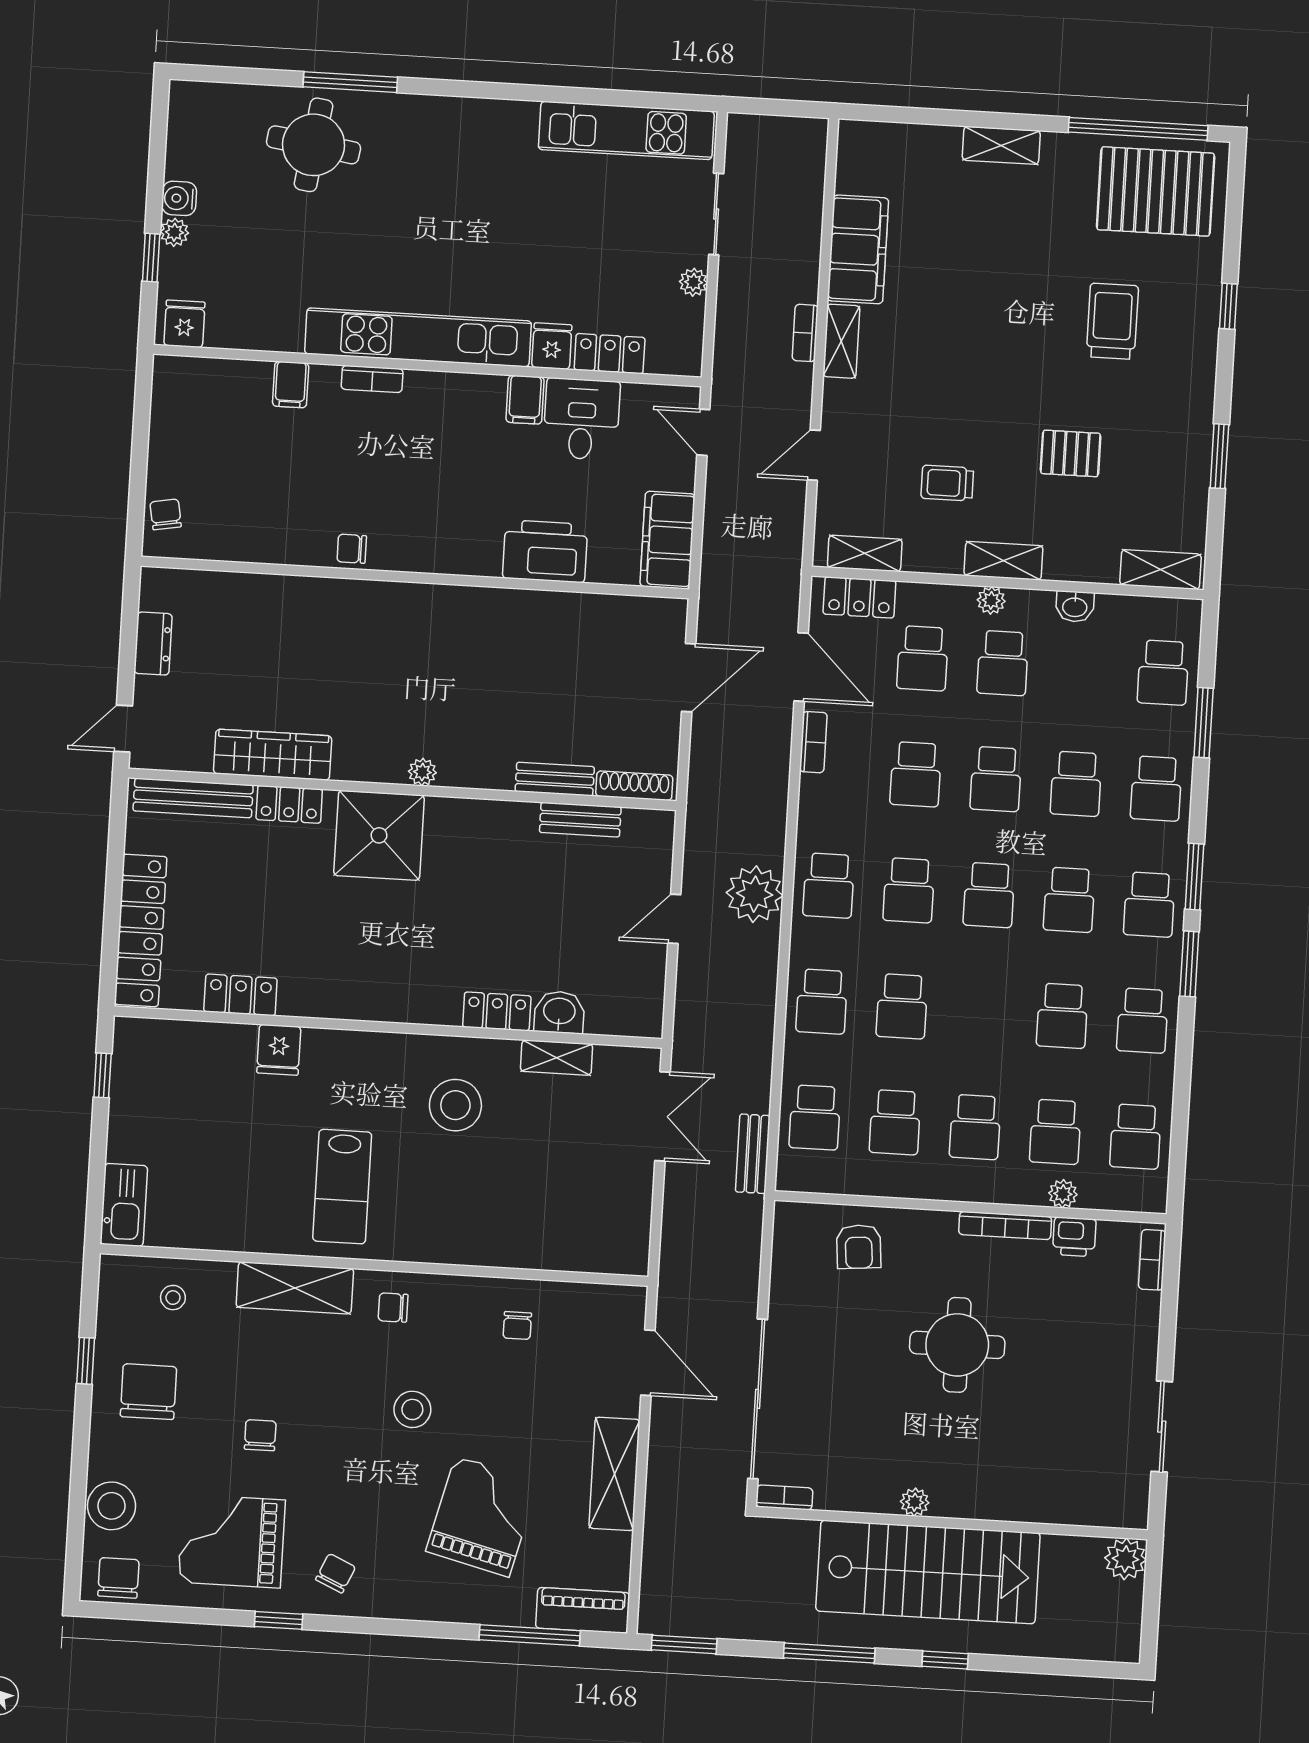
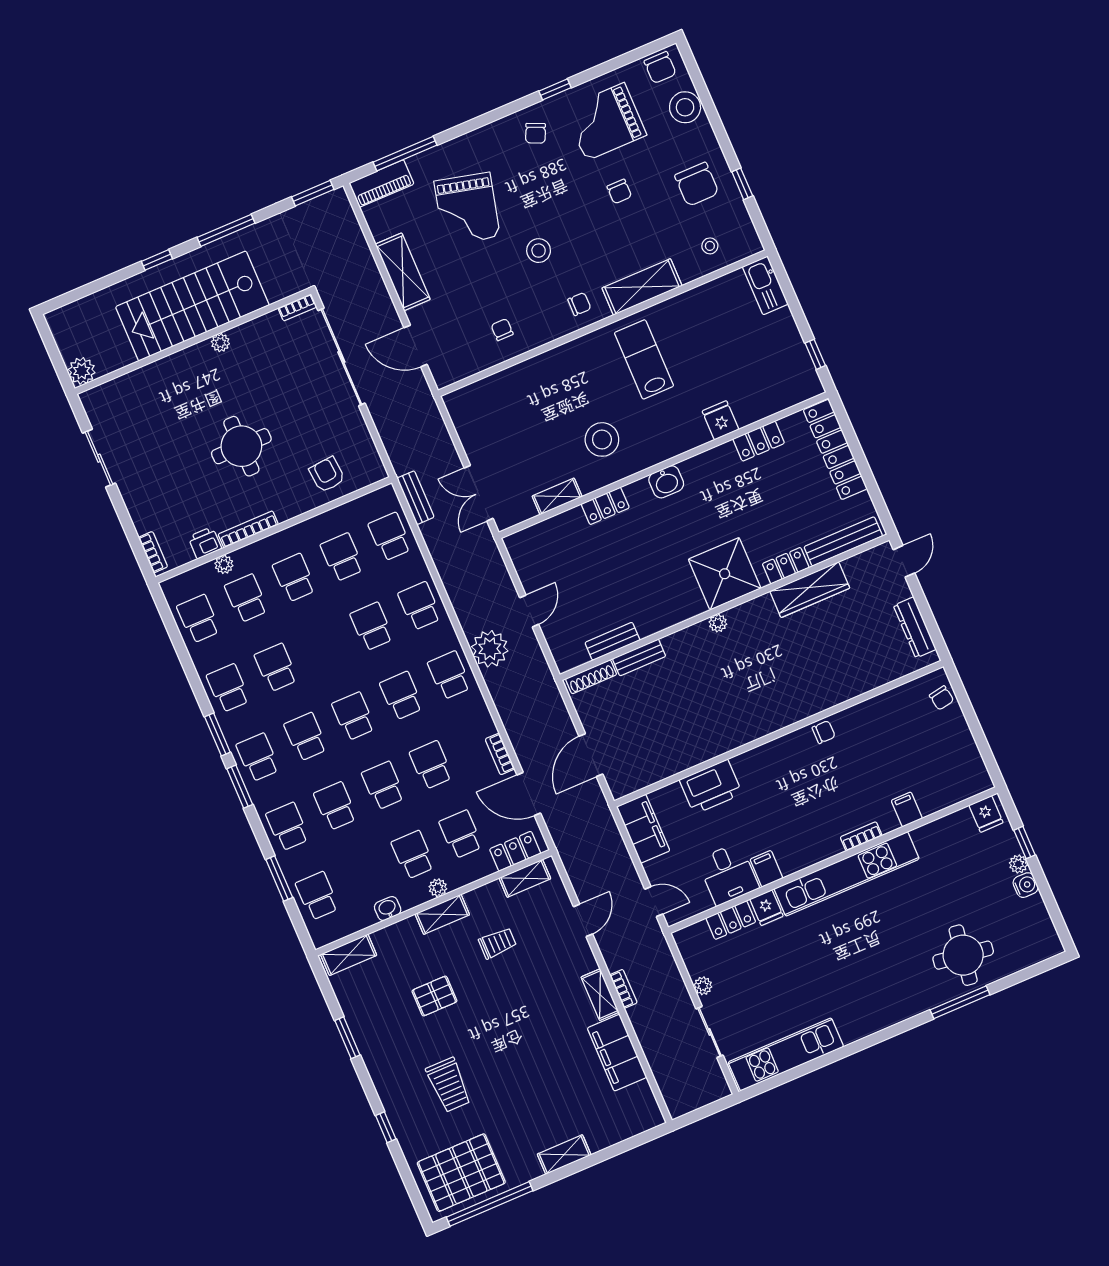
dresser: (153, 644) -> (915, 627), width x1.44
washbasin: (559, 1012) -> (666, 482), moved
grand piano: (231, 1541) -> (605, 122), turned 180

